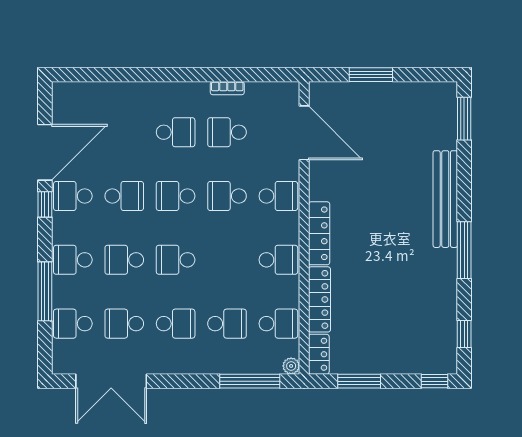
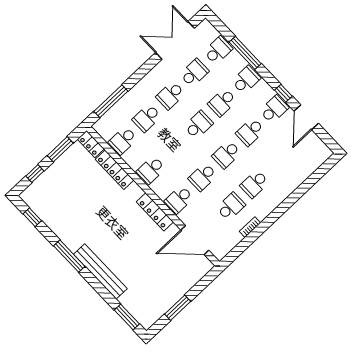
window: (371, 75) -> (178, 308), moved
door: (45, 152) -> (306, 117), width x0.73
school desk: (176, 196) -> (227, 154), turned 180
school desk: (227, 196) -> (203, 177), turned 180
locker: (319, 233) -> (155, 212), moved
school desk: (124, 260) -> (222, 102), turned 180
plant: (291, 366) -> (98, 126), removed
window: (434, 381) -> (35, 173), moved

